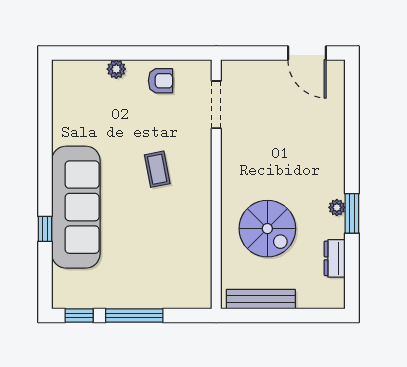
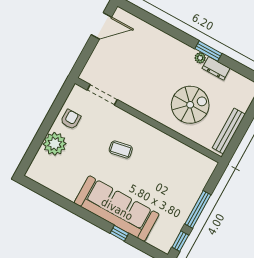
plant: (116, 69) -> (55, 144), width x1.87, depth x1.87
dresser: (335, 258) -> (216, 68), moved

